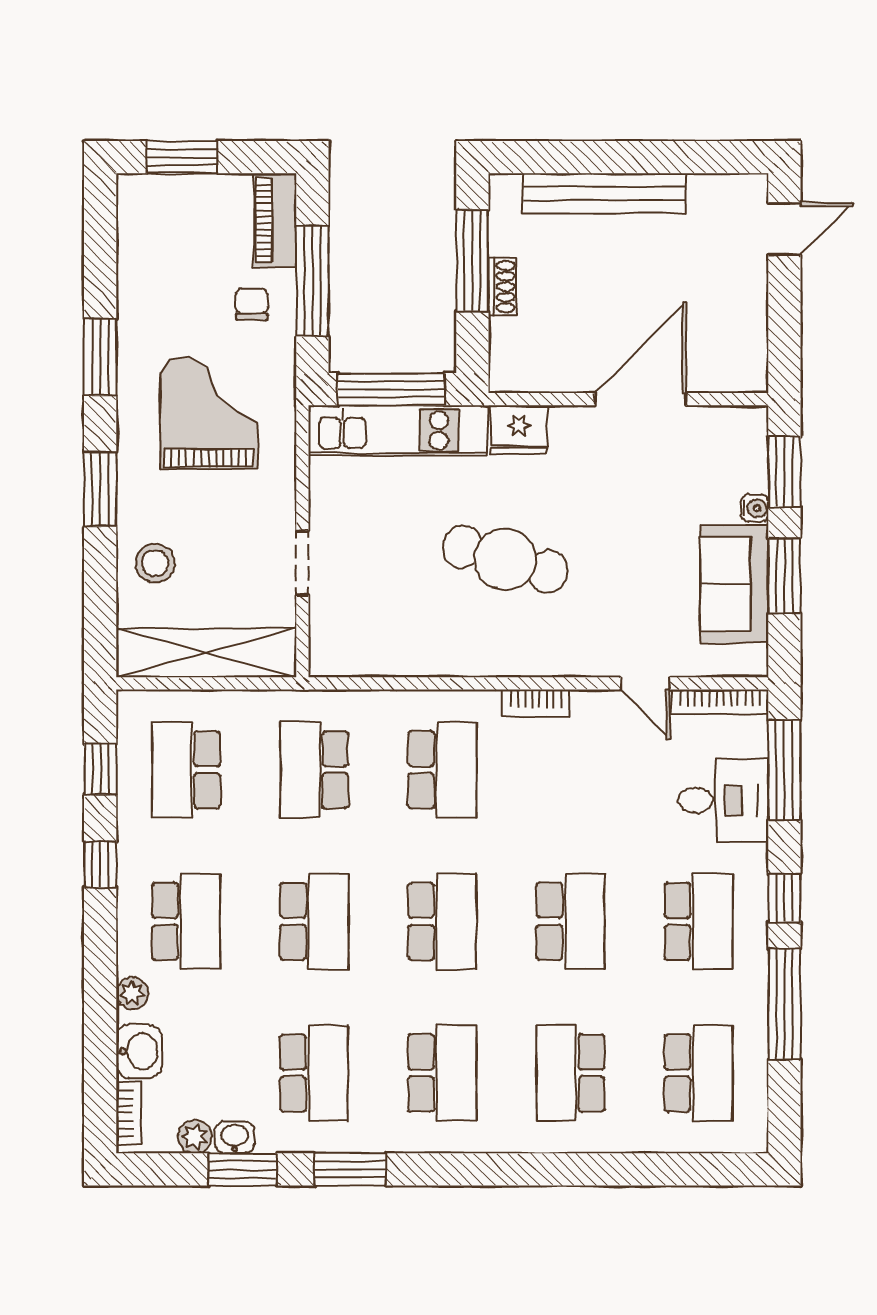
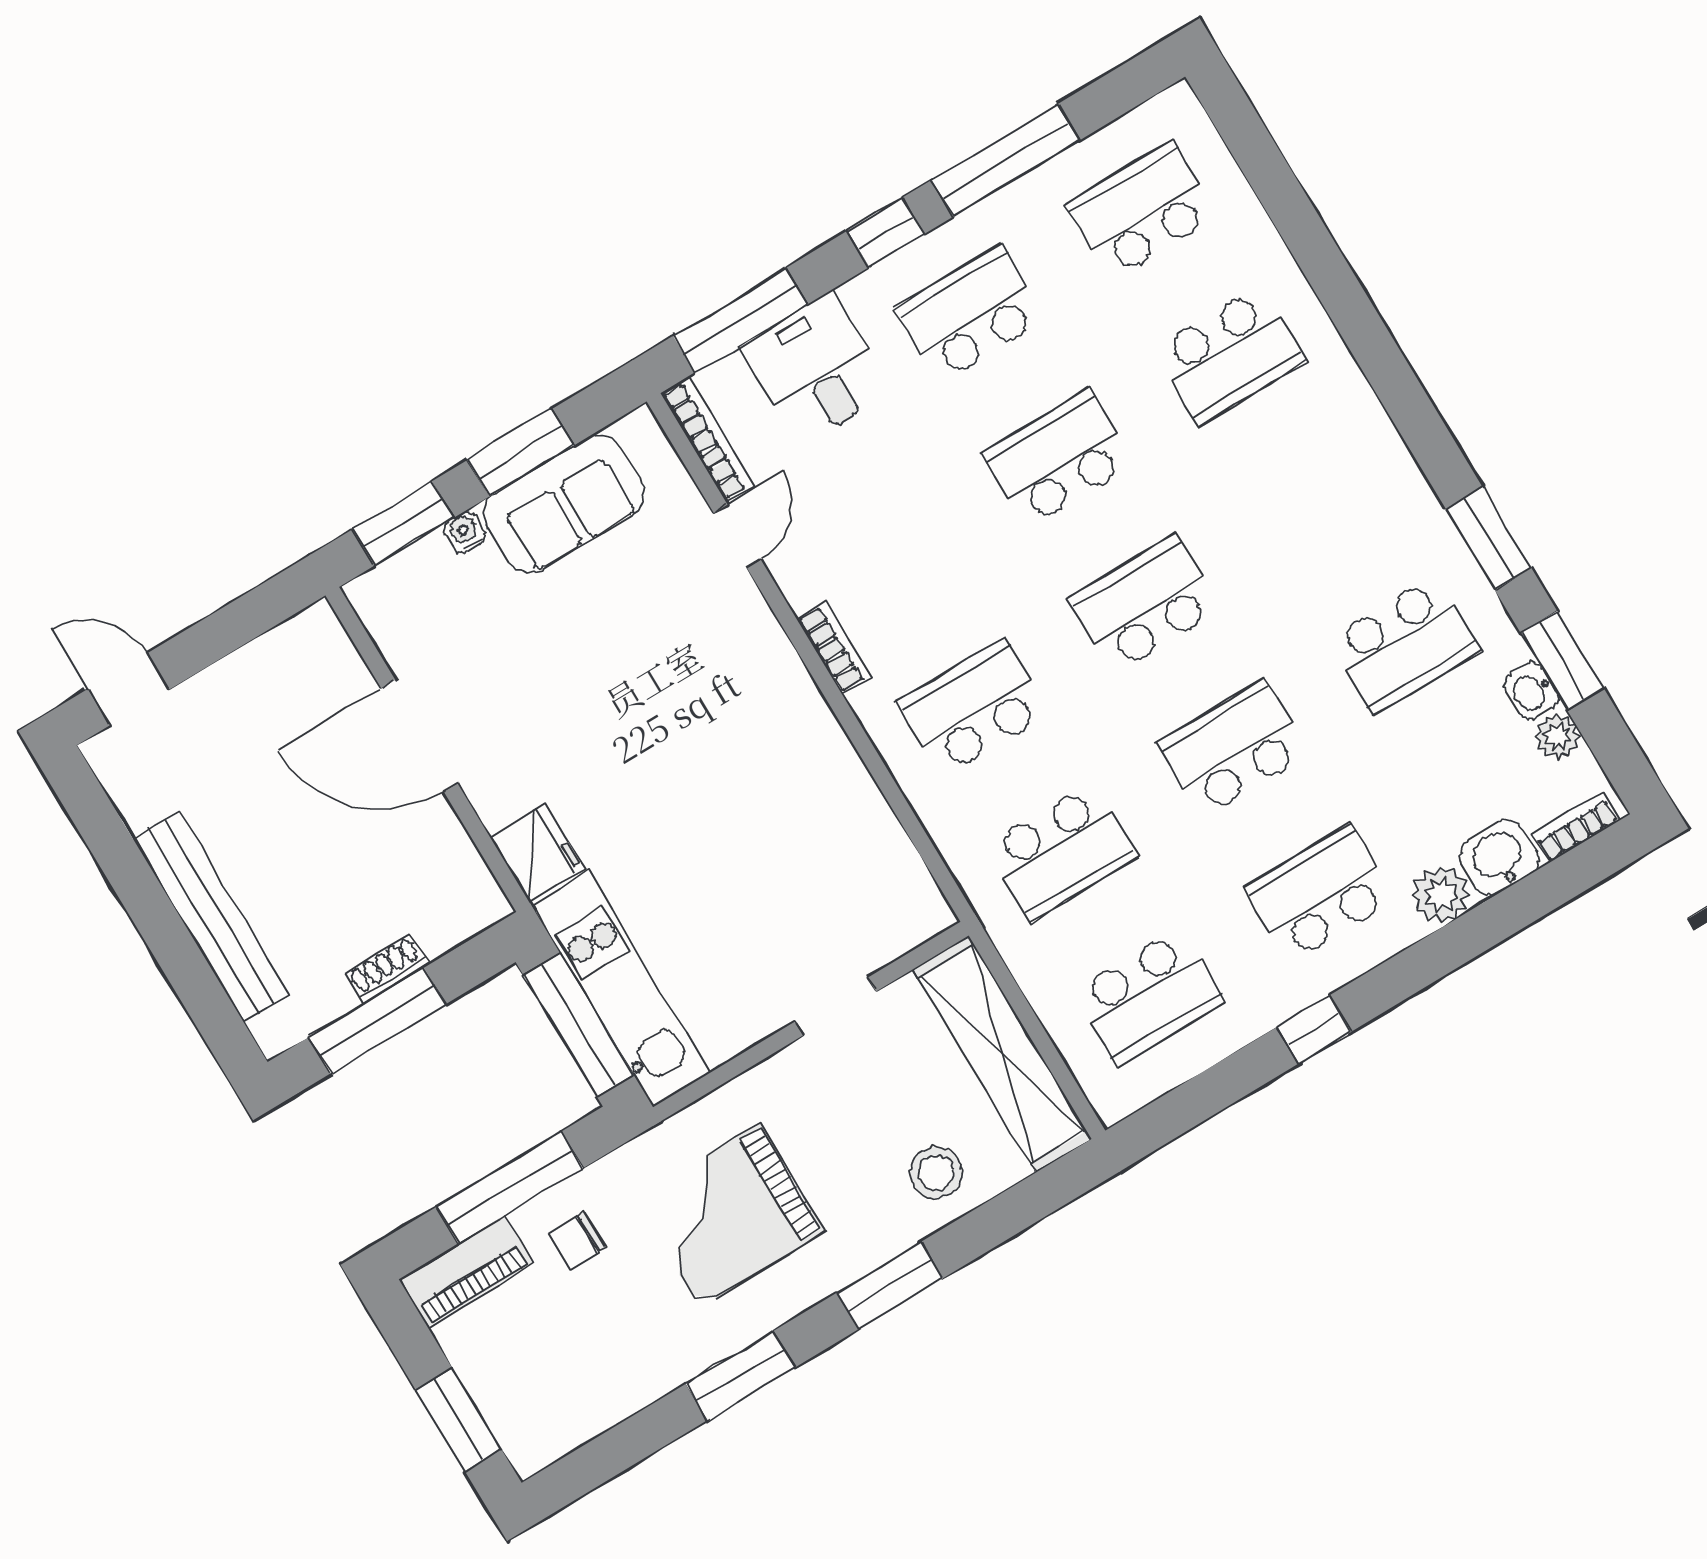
cafe table: (505, 559) -> (693, 780), removed
window: (100, 769) -> (1206, 1095), removed
plant: (132, 993) -> (1441, 895), width x1.38, depth x1.38
school desk: (314, 1073) -> (1404, 645), turned 180
school desk: (442, 1073) -> (1317, 500), removed

